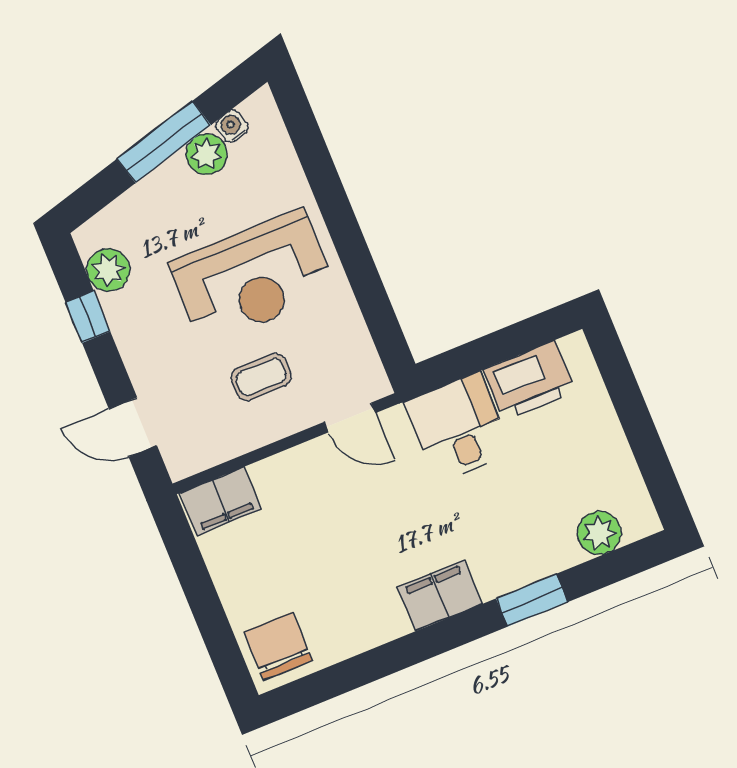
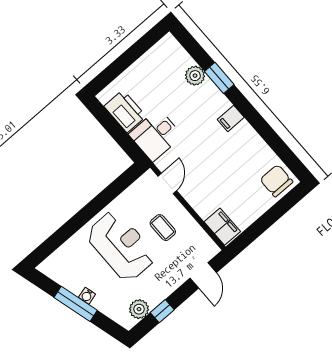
water cooler: (232, 126) -> (87, 296), moved
plant: (207, 154) -> (75, 284), removed
plant: (599, 533) -> (195, 76), moved
filing cabinet: (440, 596) -> (231, 118), width x0.50
chair: (278, 646) -> (276, 181), turned 90

